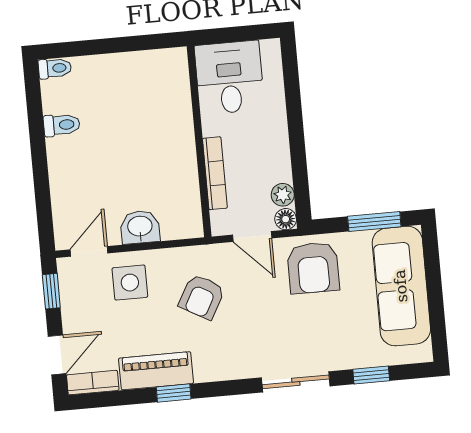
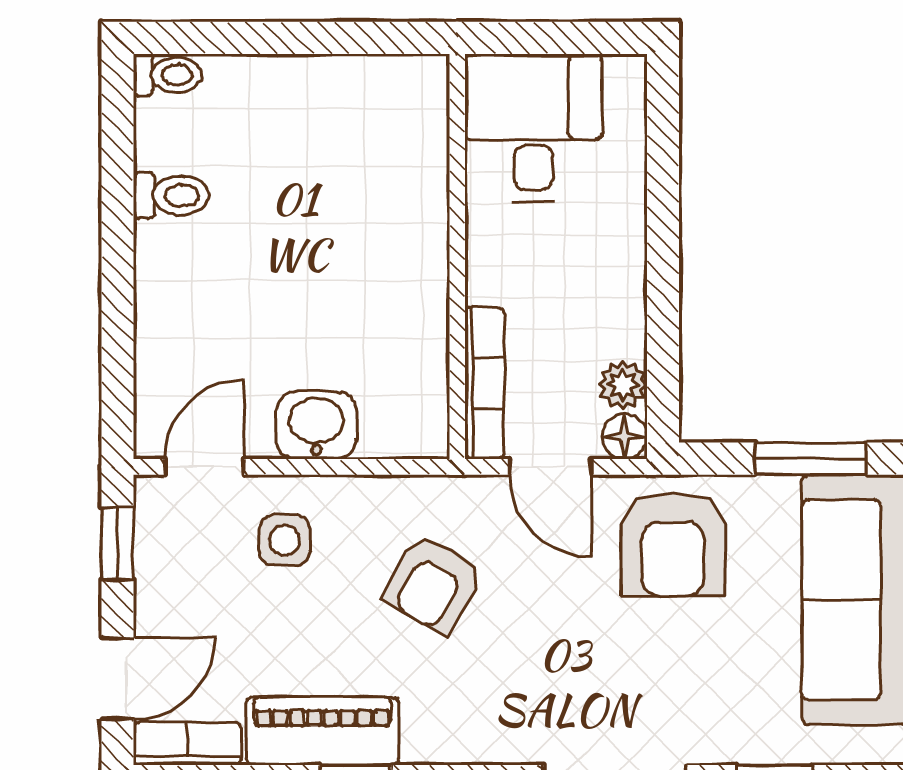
bookcase: (215, 173) -> (484, 383), moved
side table: (130, 283) -> (284, 540), width x0.73, depth x0.73

